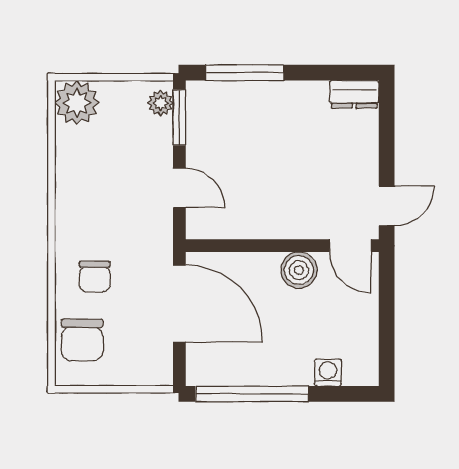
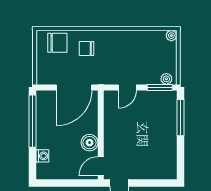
dresser: (354, 94) -> (170, 168), removed
plant: (77, 103) -> (171, 36), width x0.53, depth x0.53
chair: (82, 340) -> (57, 43), turned 180

